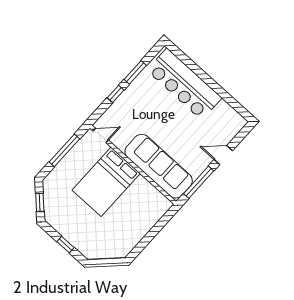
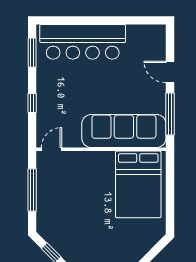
window: (135, 72) -> (32, 53), moved
door: (223, 155) -> (170, 72), hinge flipped
bed: (106, 182) -> (138, 184), moved

